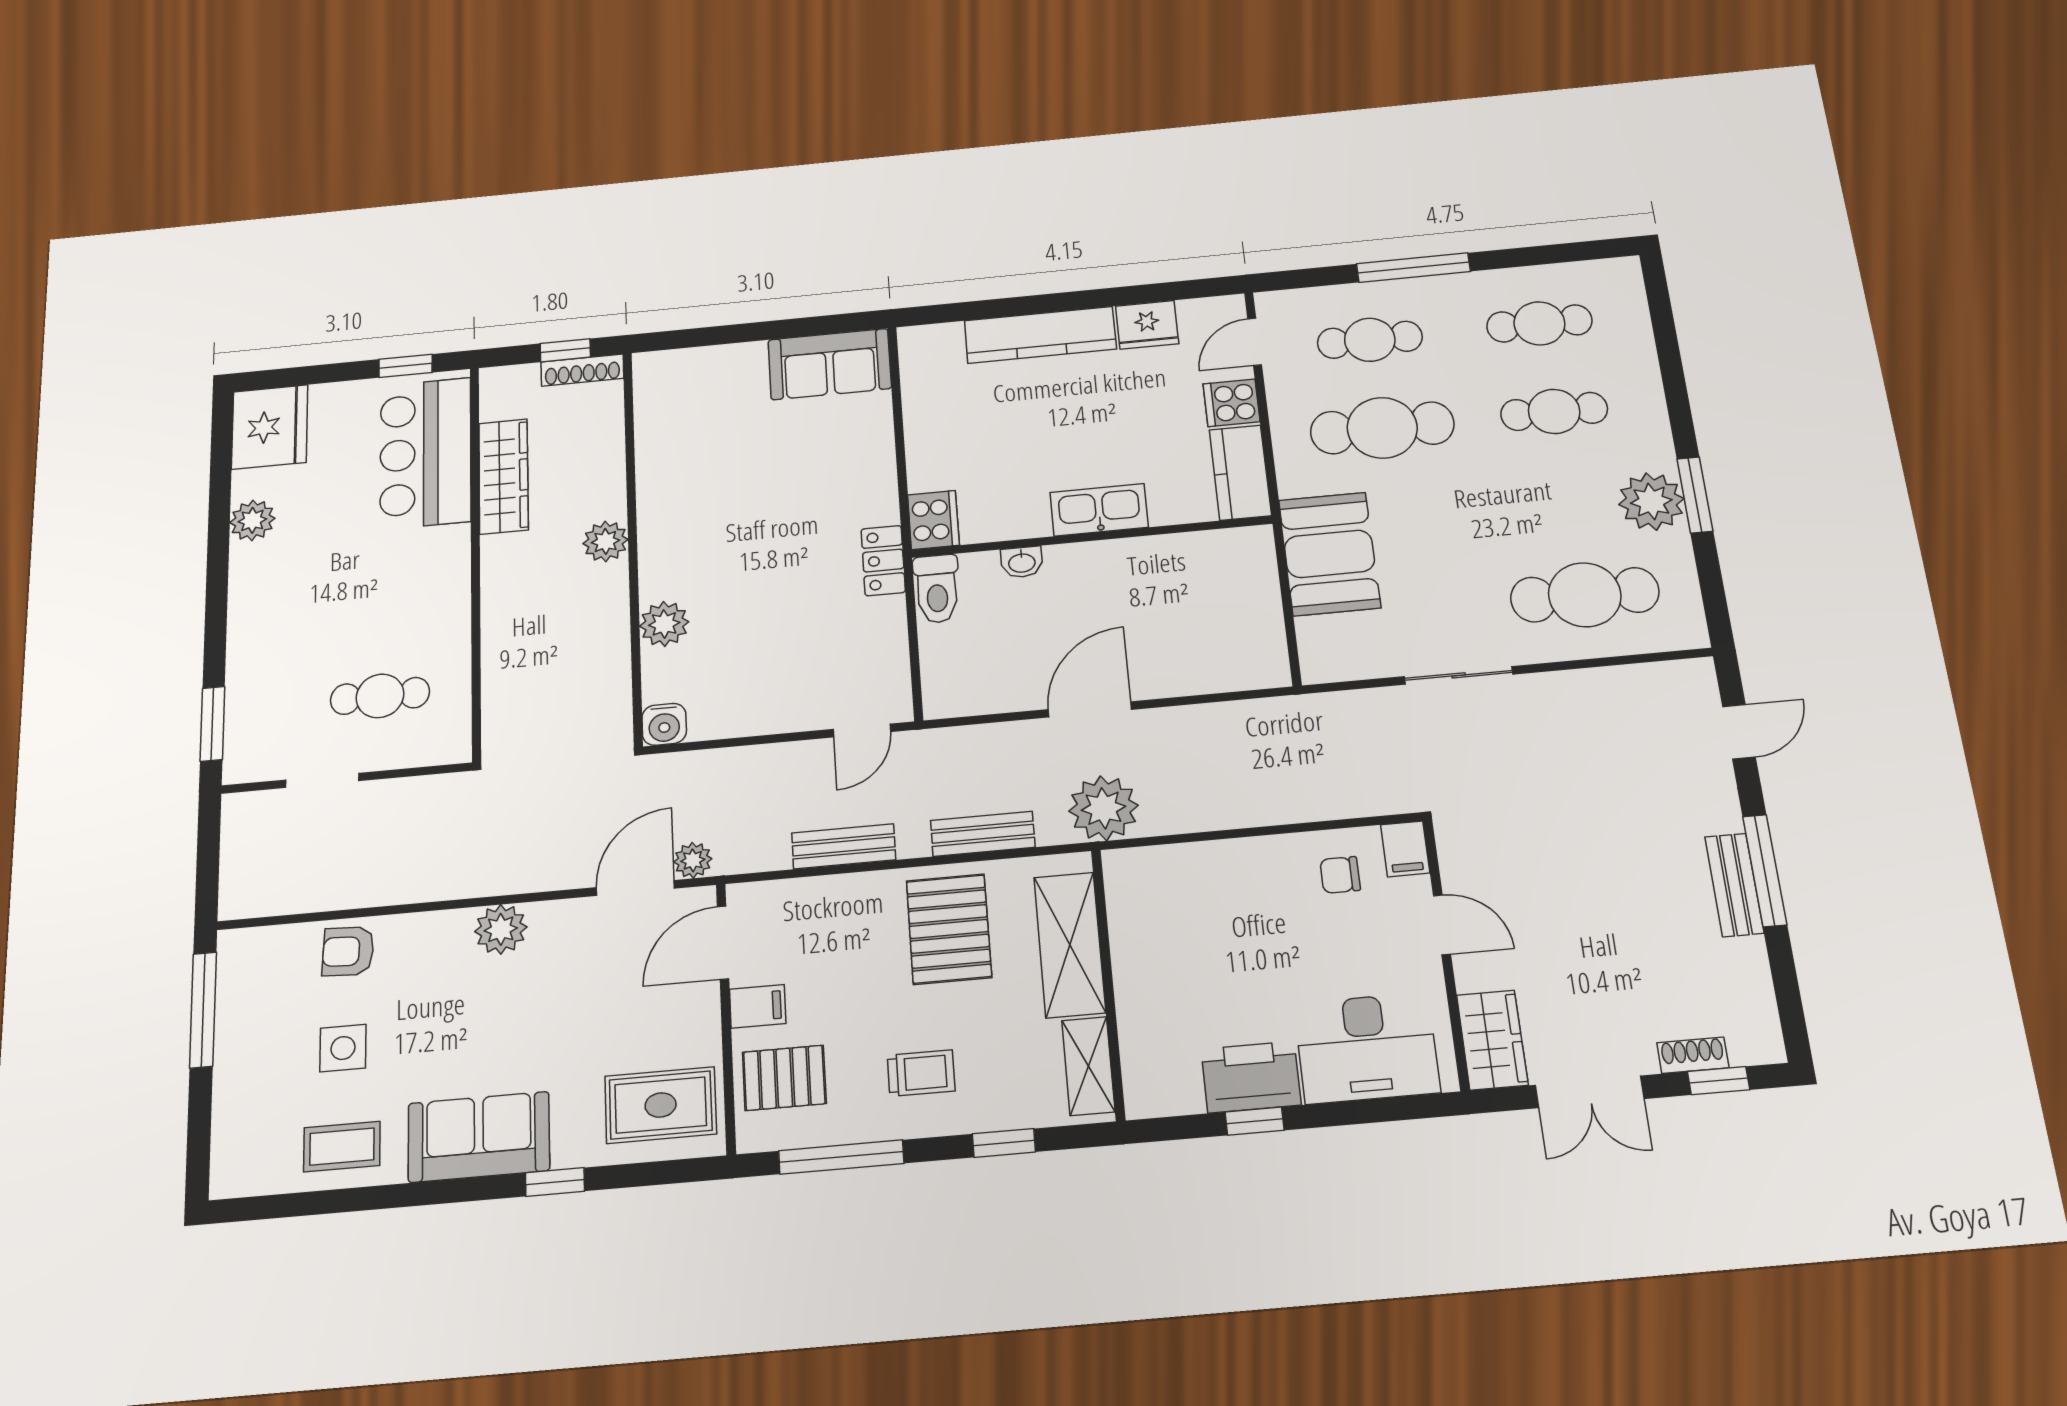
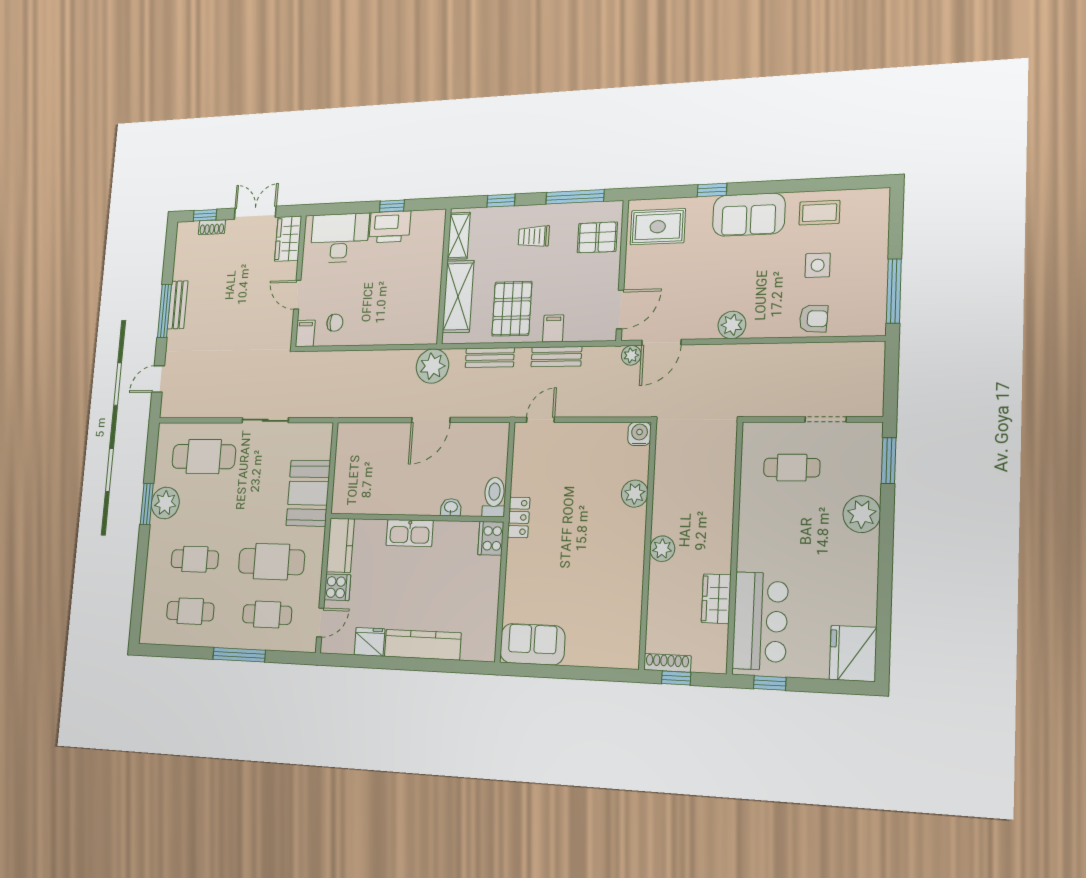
wardrobe: (503, 476) -> (716, 599), width x0.67
plant: (252, 520) -> (862, 514), moved, width x1.36, depth x1.36
filing cabinet: (758, 1006) -> (553, 328), moved, turned 90

